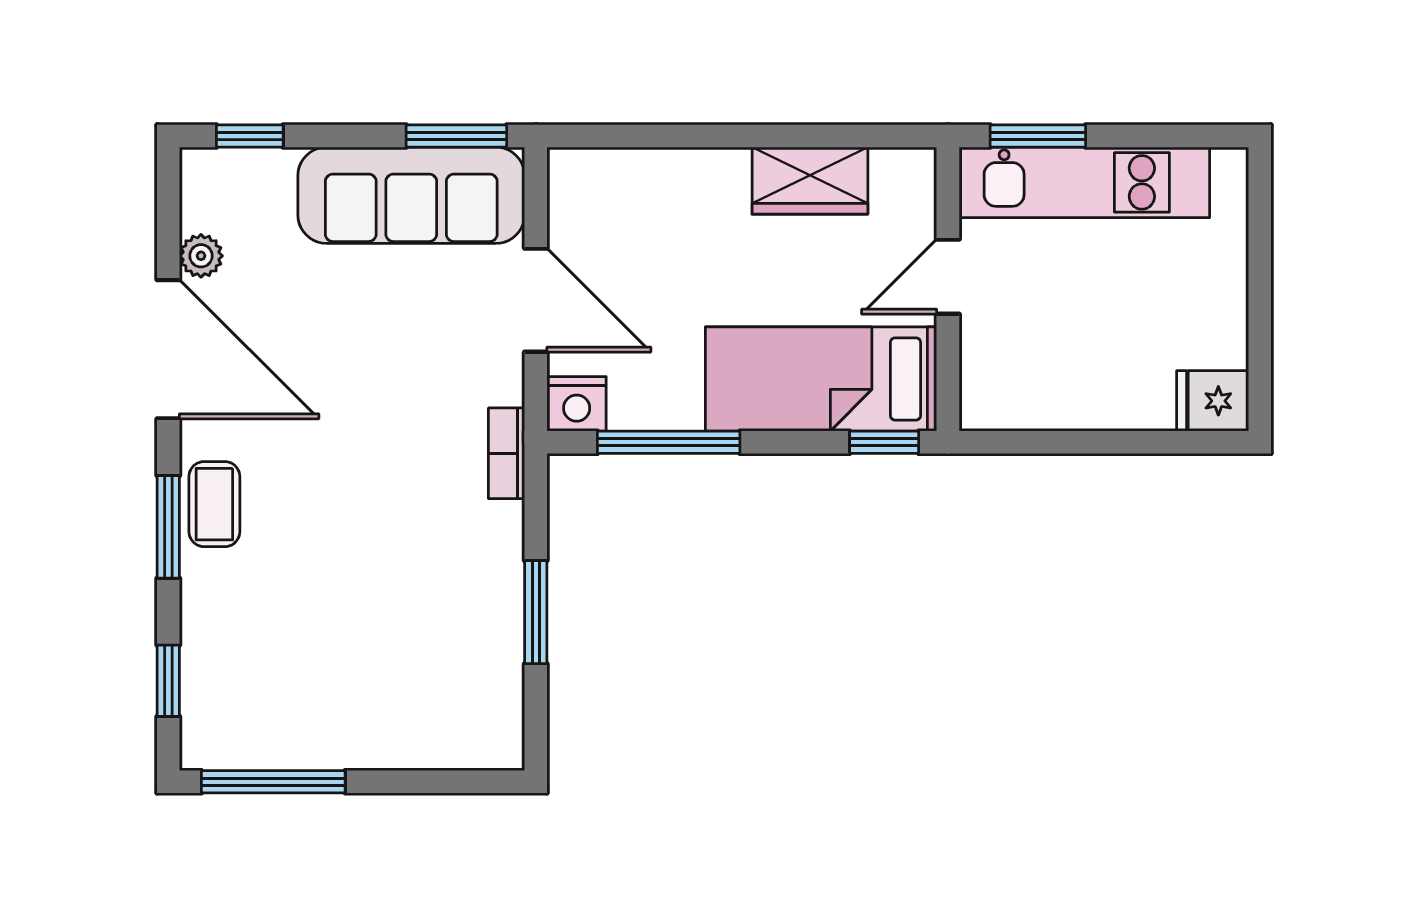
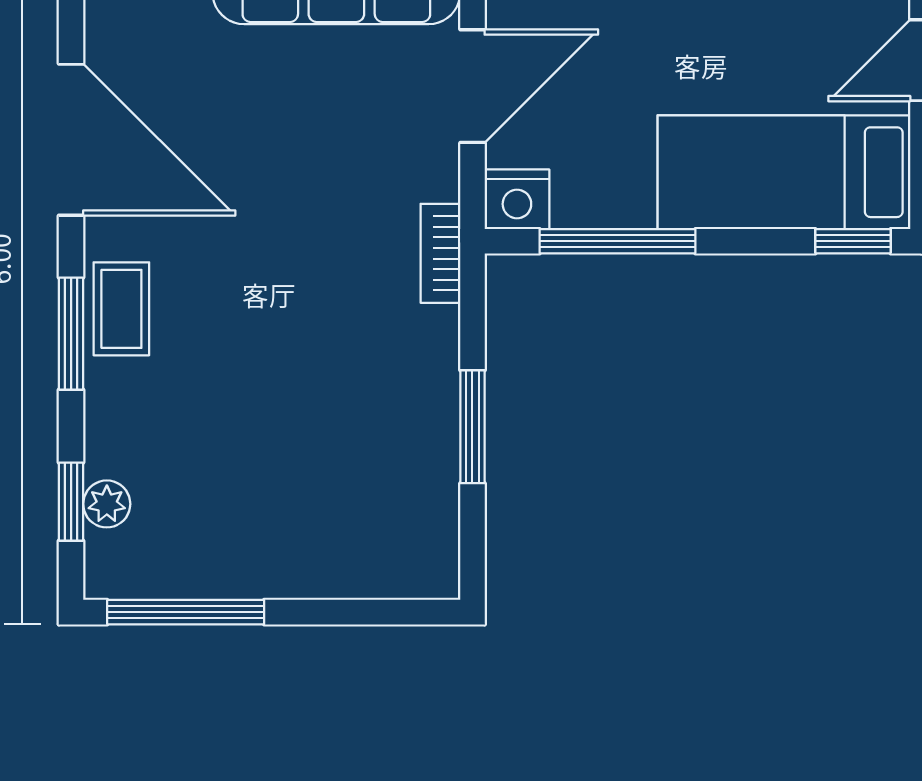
plant: (201, 256) -> (107, 504), moved
door: (536, 300) -> (472, 86), hinge flipped

